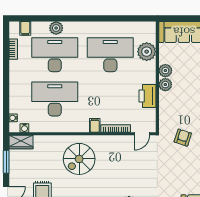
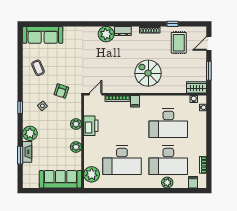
plant: (147, 52) -> (92, 174), moved
plant: (165, 85) -> (76, 124), moved
spiral stairs: (79, 159) -> (148, 73), turned -90

